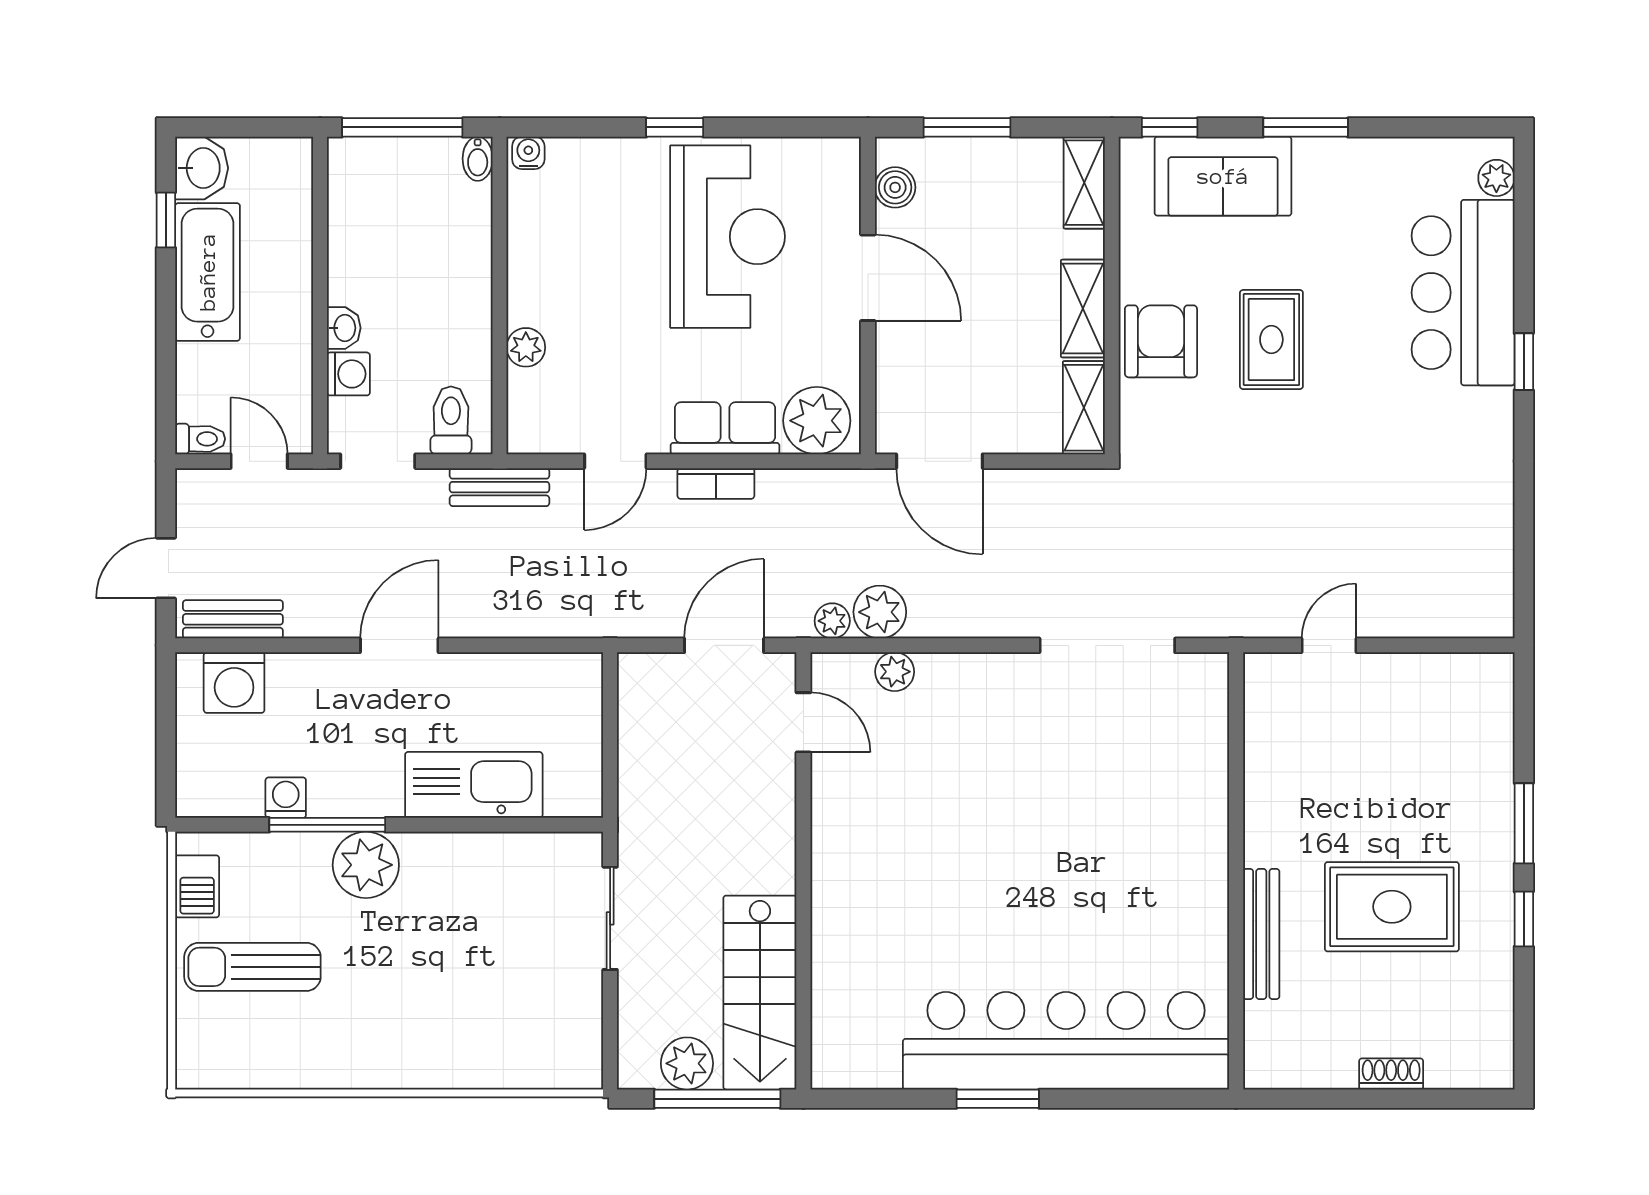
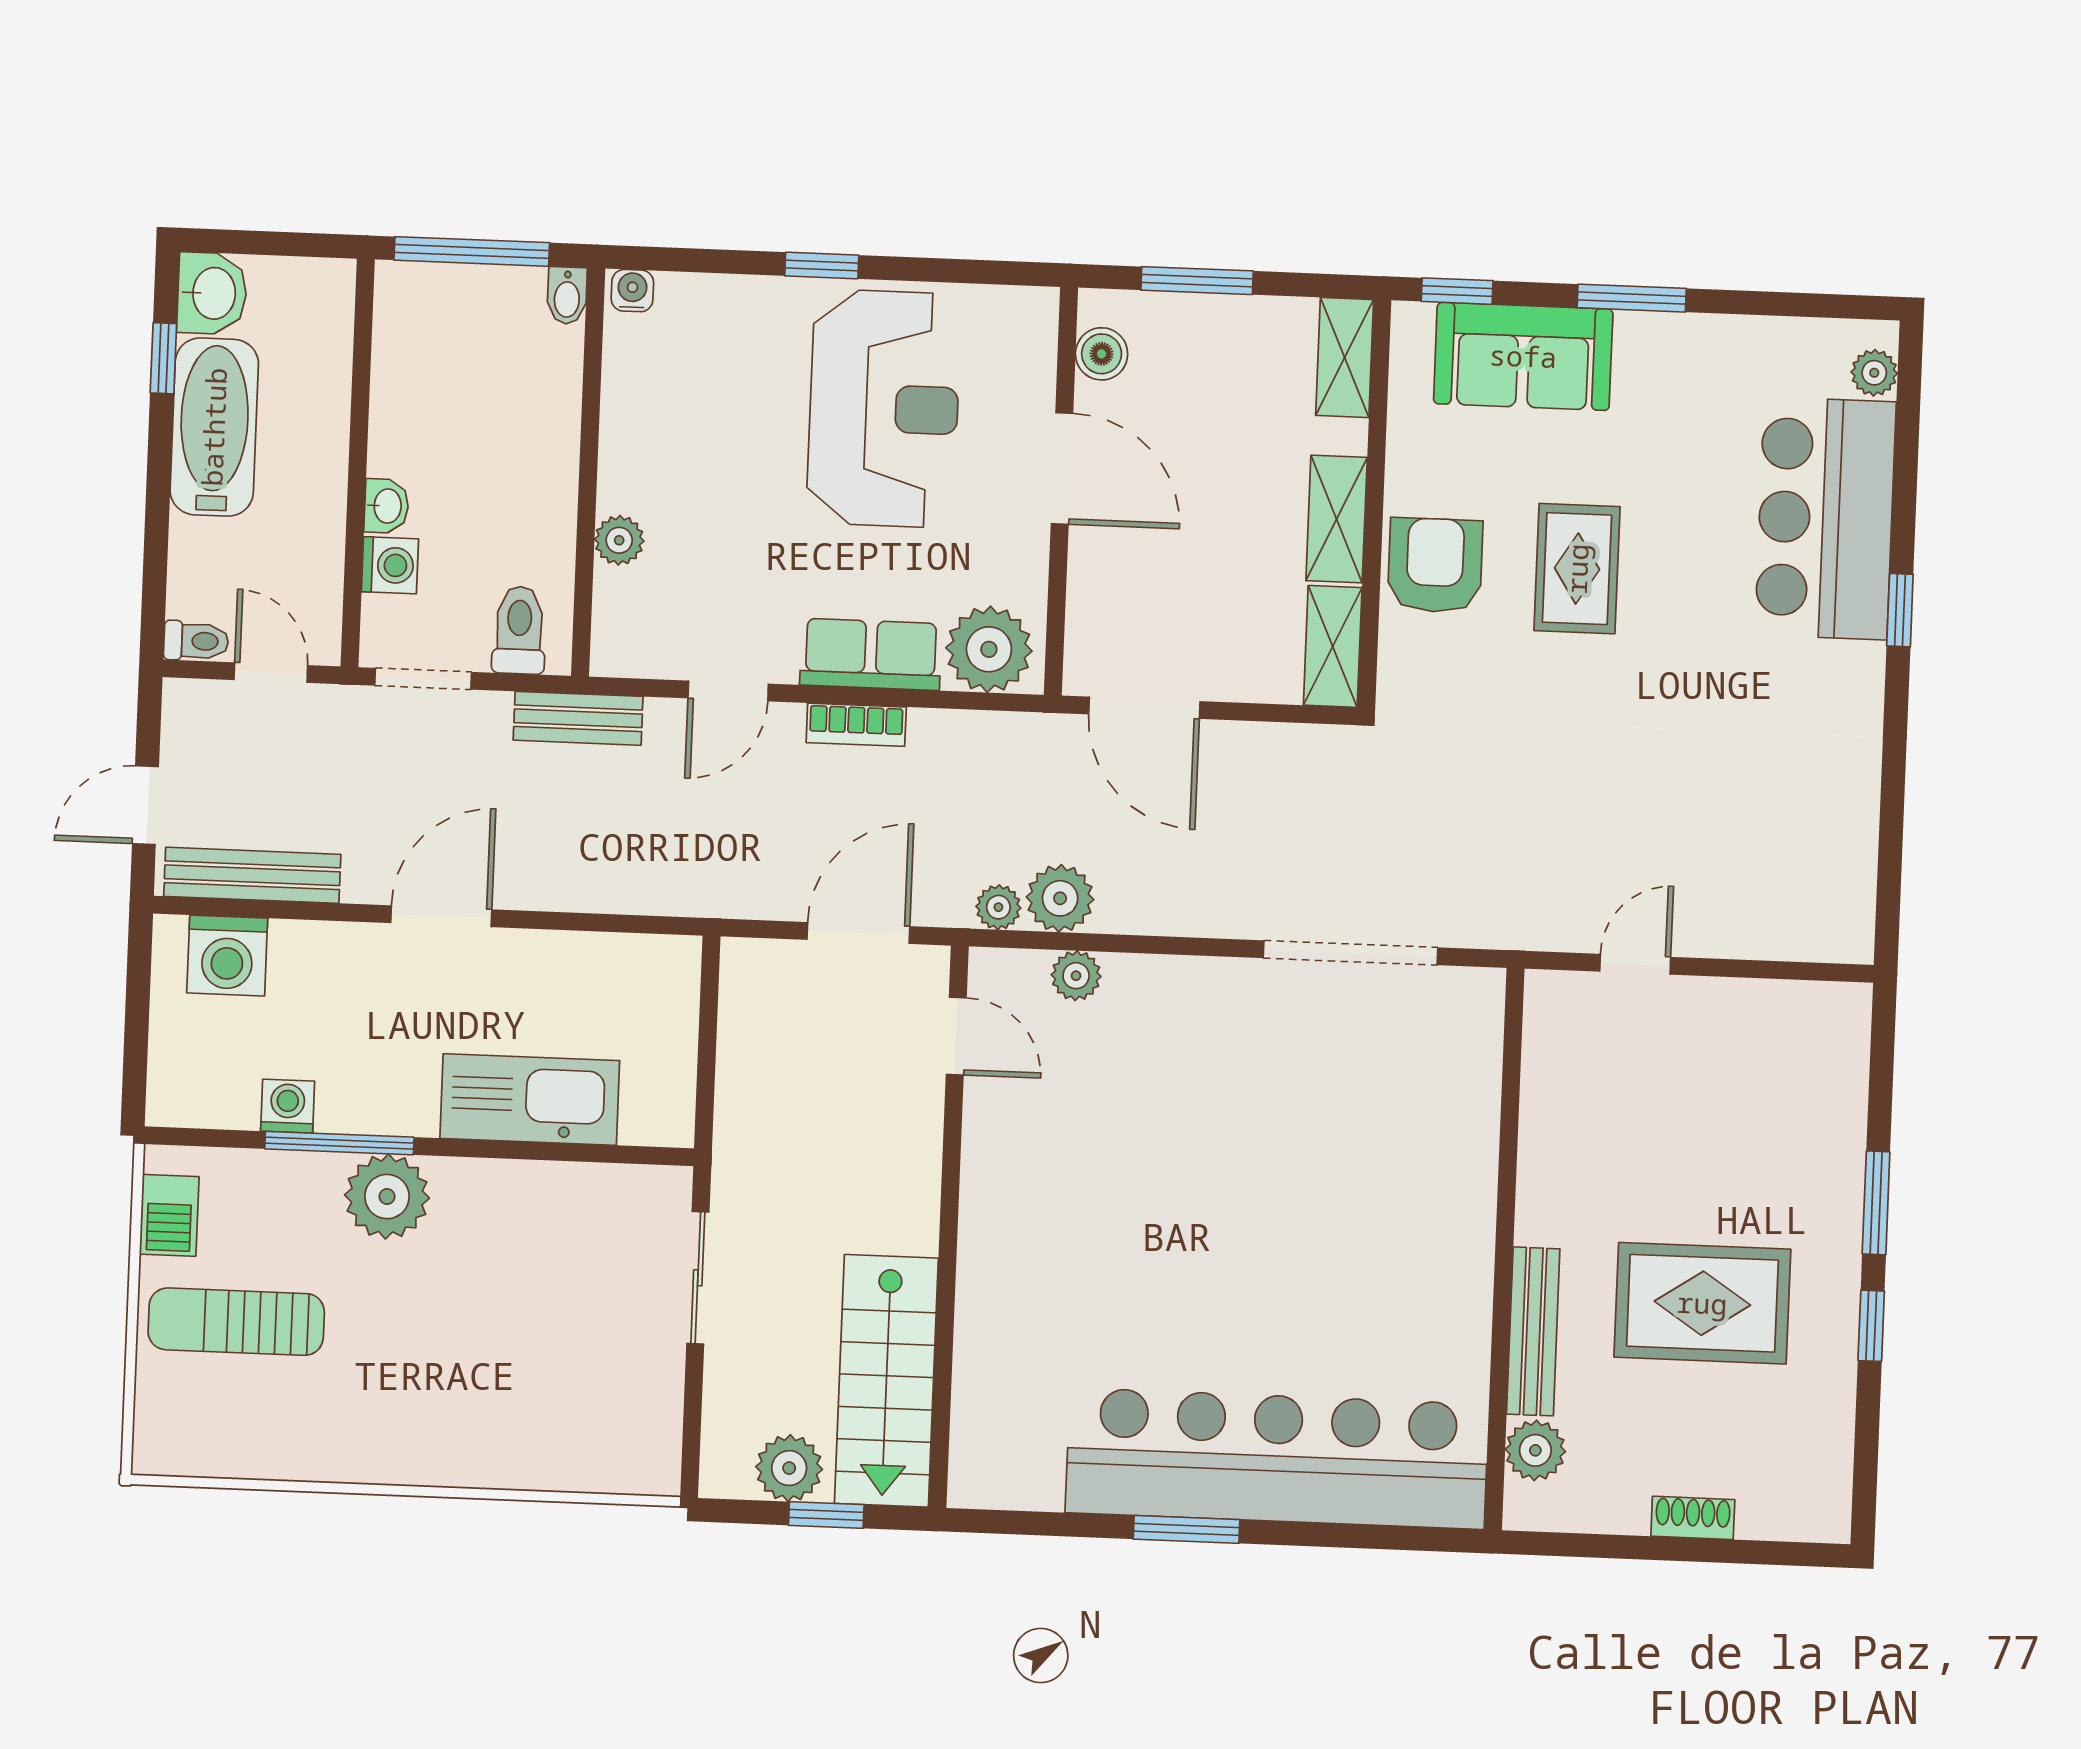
bench: (233, 619) -> (252, 875), width x1.36
plant: (1267, 1026) -> (1535, 1450), added
window: (717, 1099) -> (826, 1515), width x0.46

